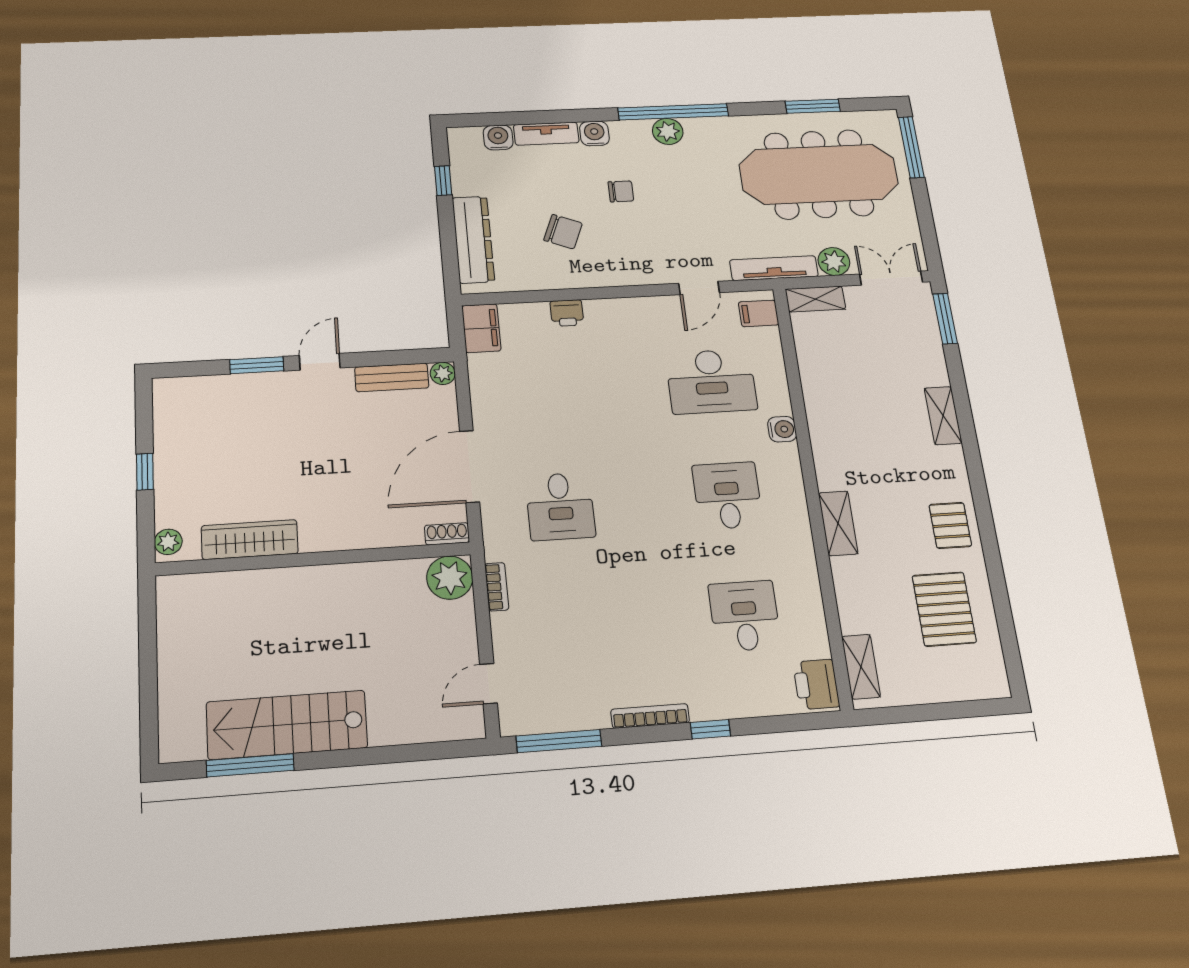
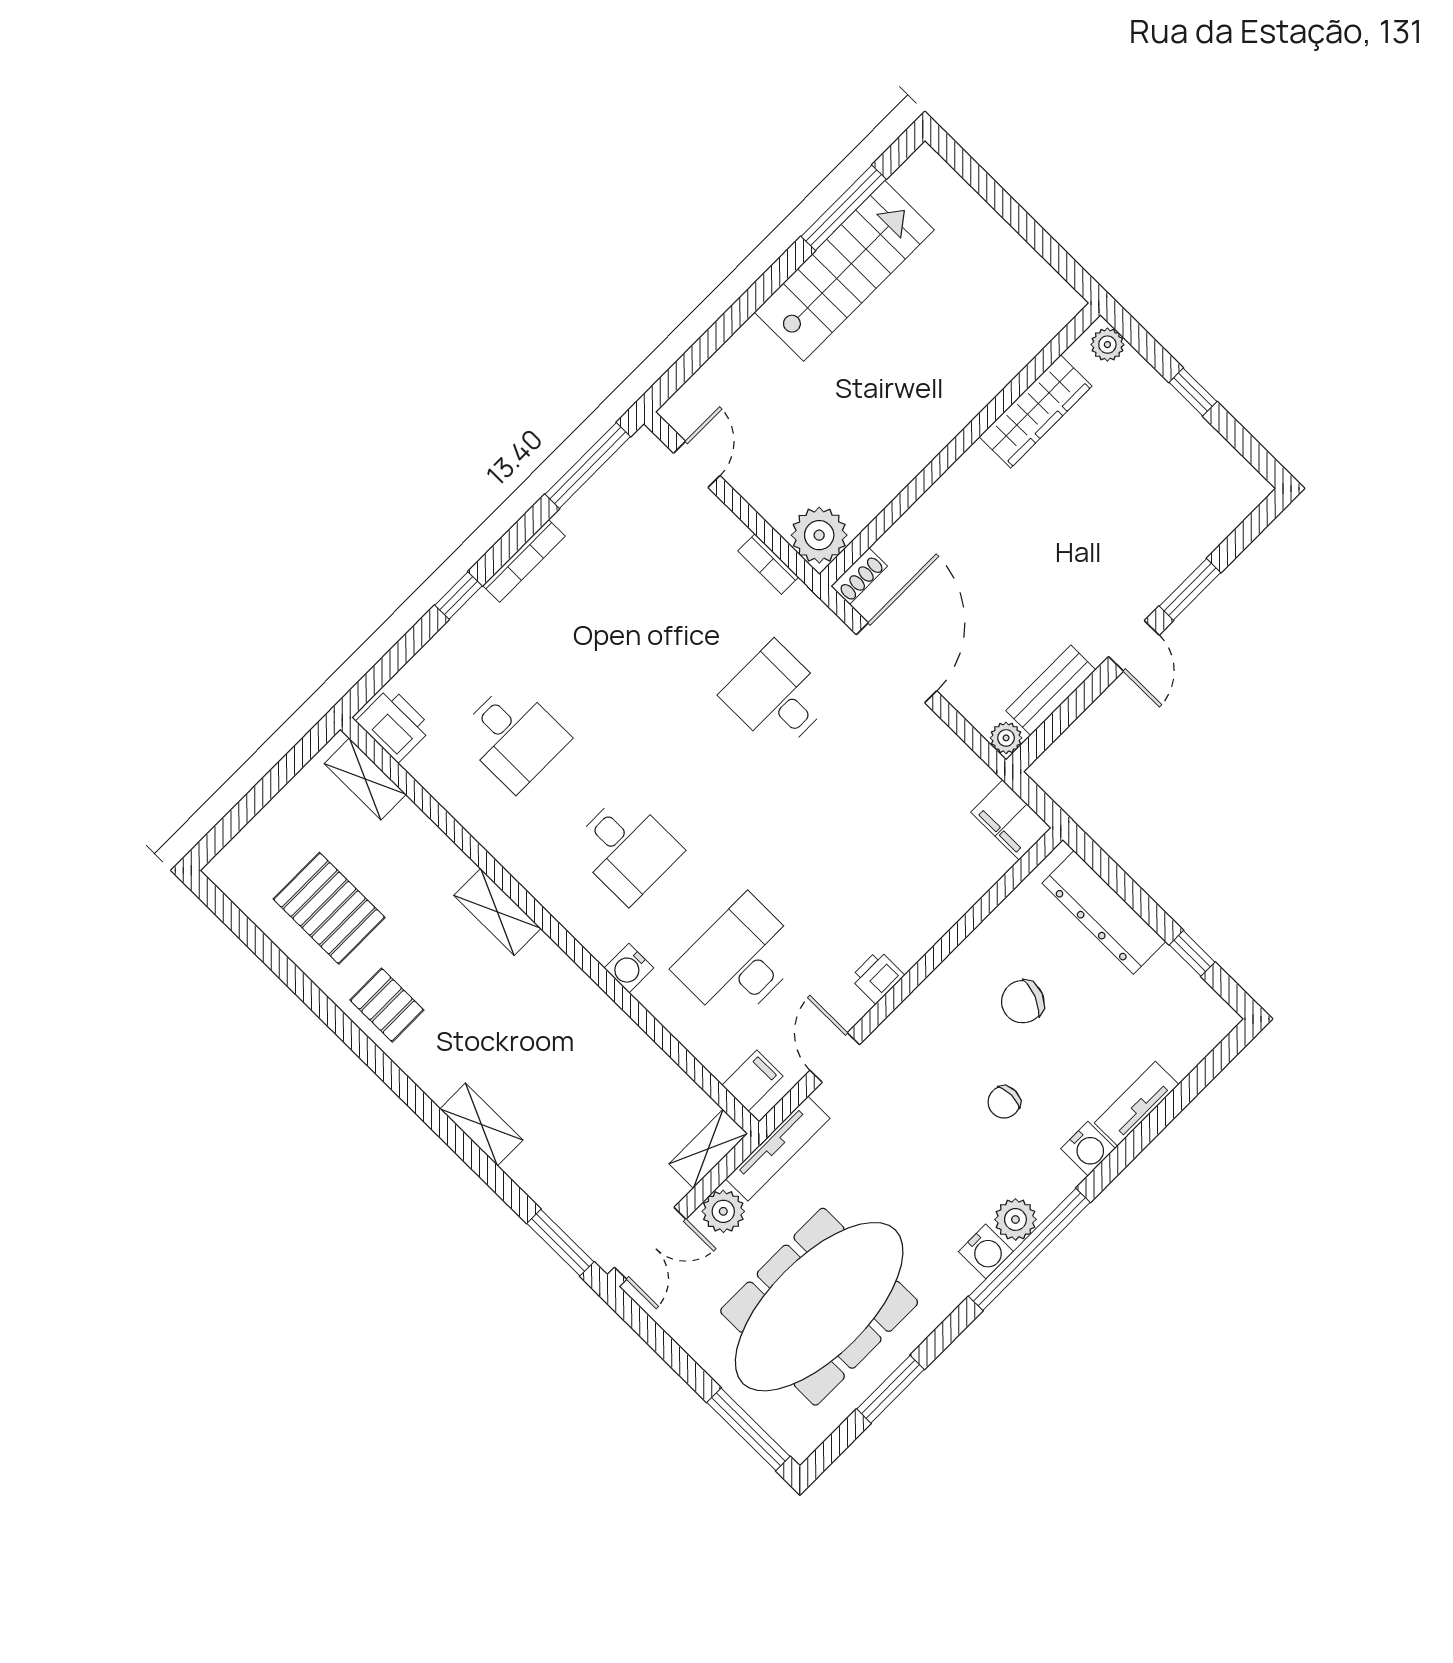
water cooler: (498, 137) -> (986, 1251), moved
printer: (567, 313) -> (877, 977), moved

